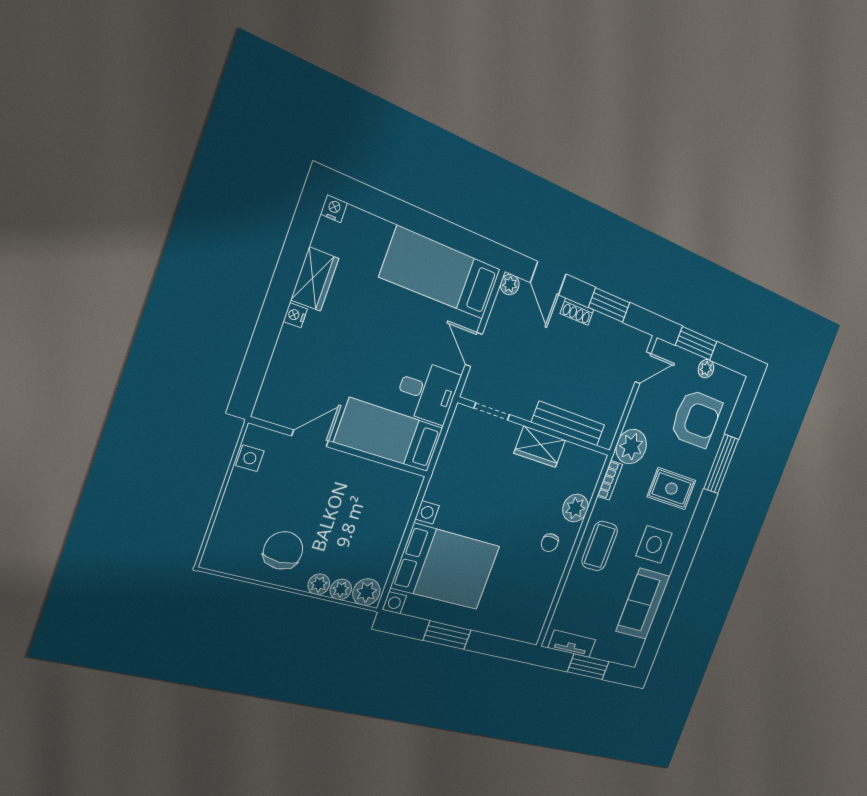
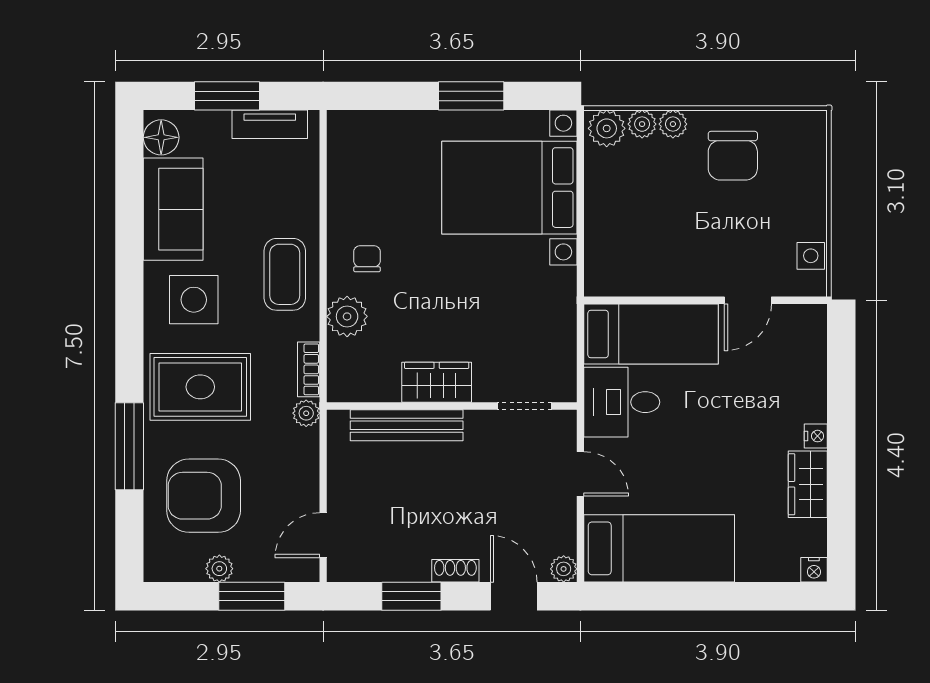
plant: (631, 447) -> (306, 413), width x0.53, depth x0.53
rug: (671, 489) -> (200, 387), width x1.36, depth x1.43
floor lamp: (632, 649) -> (161, 137), added

